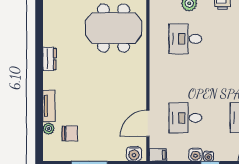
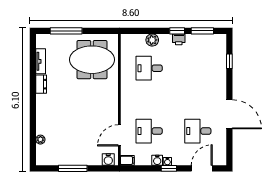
tv unit: (49, 106) -> (41, 61), moved
chair: (70, 133) -> (57, 143), removed

